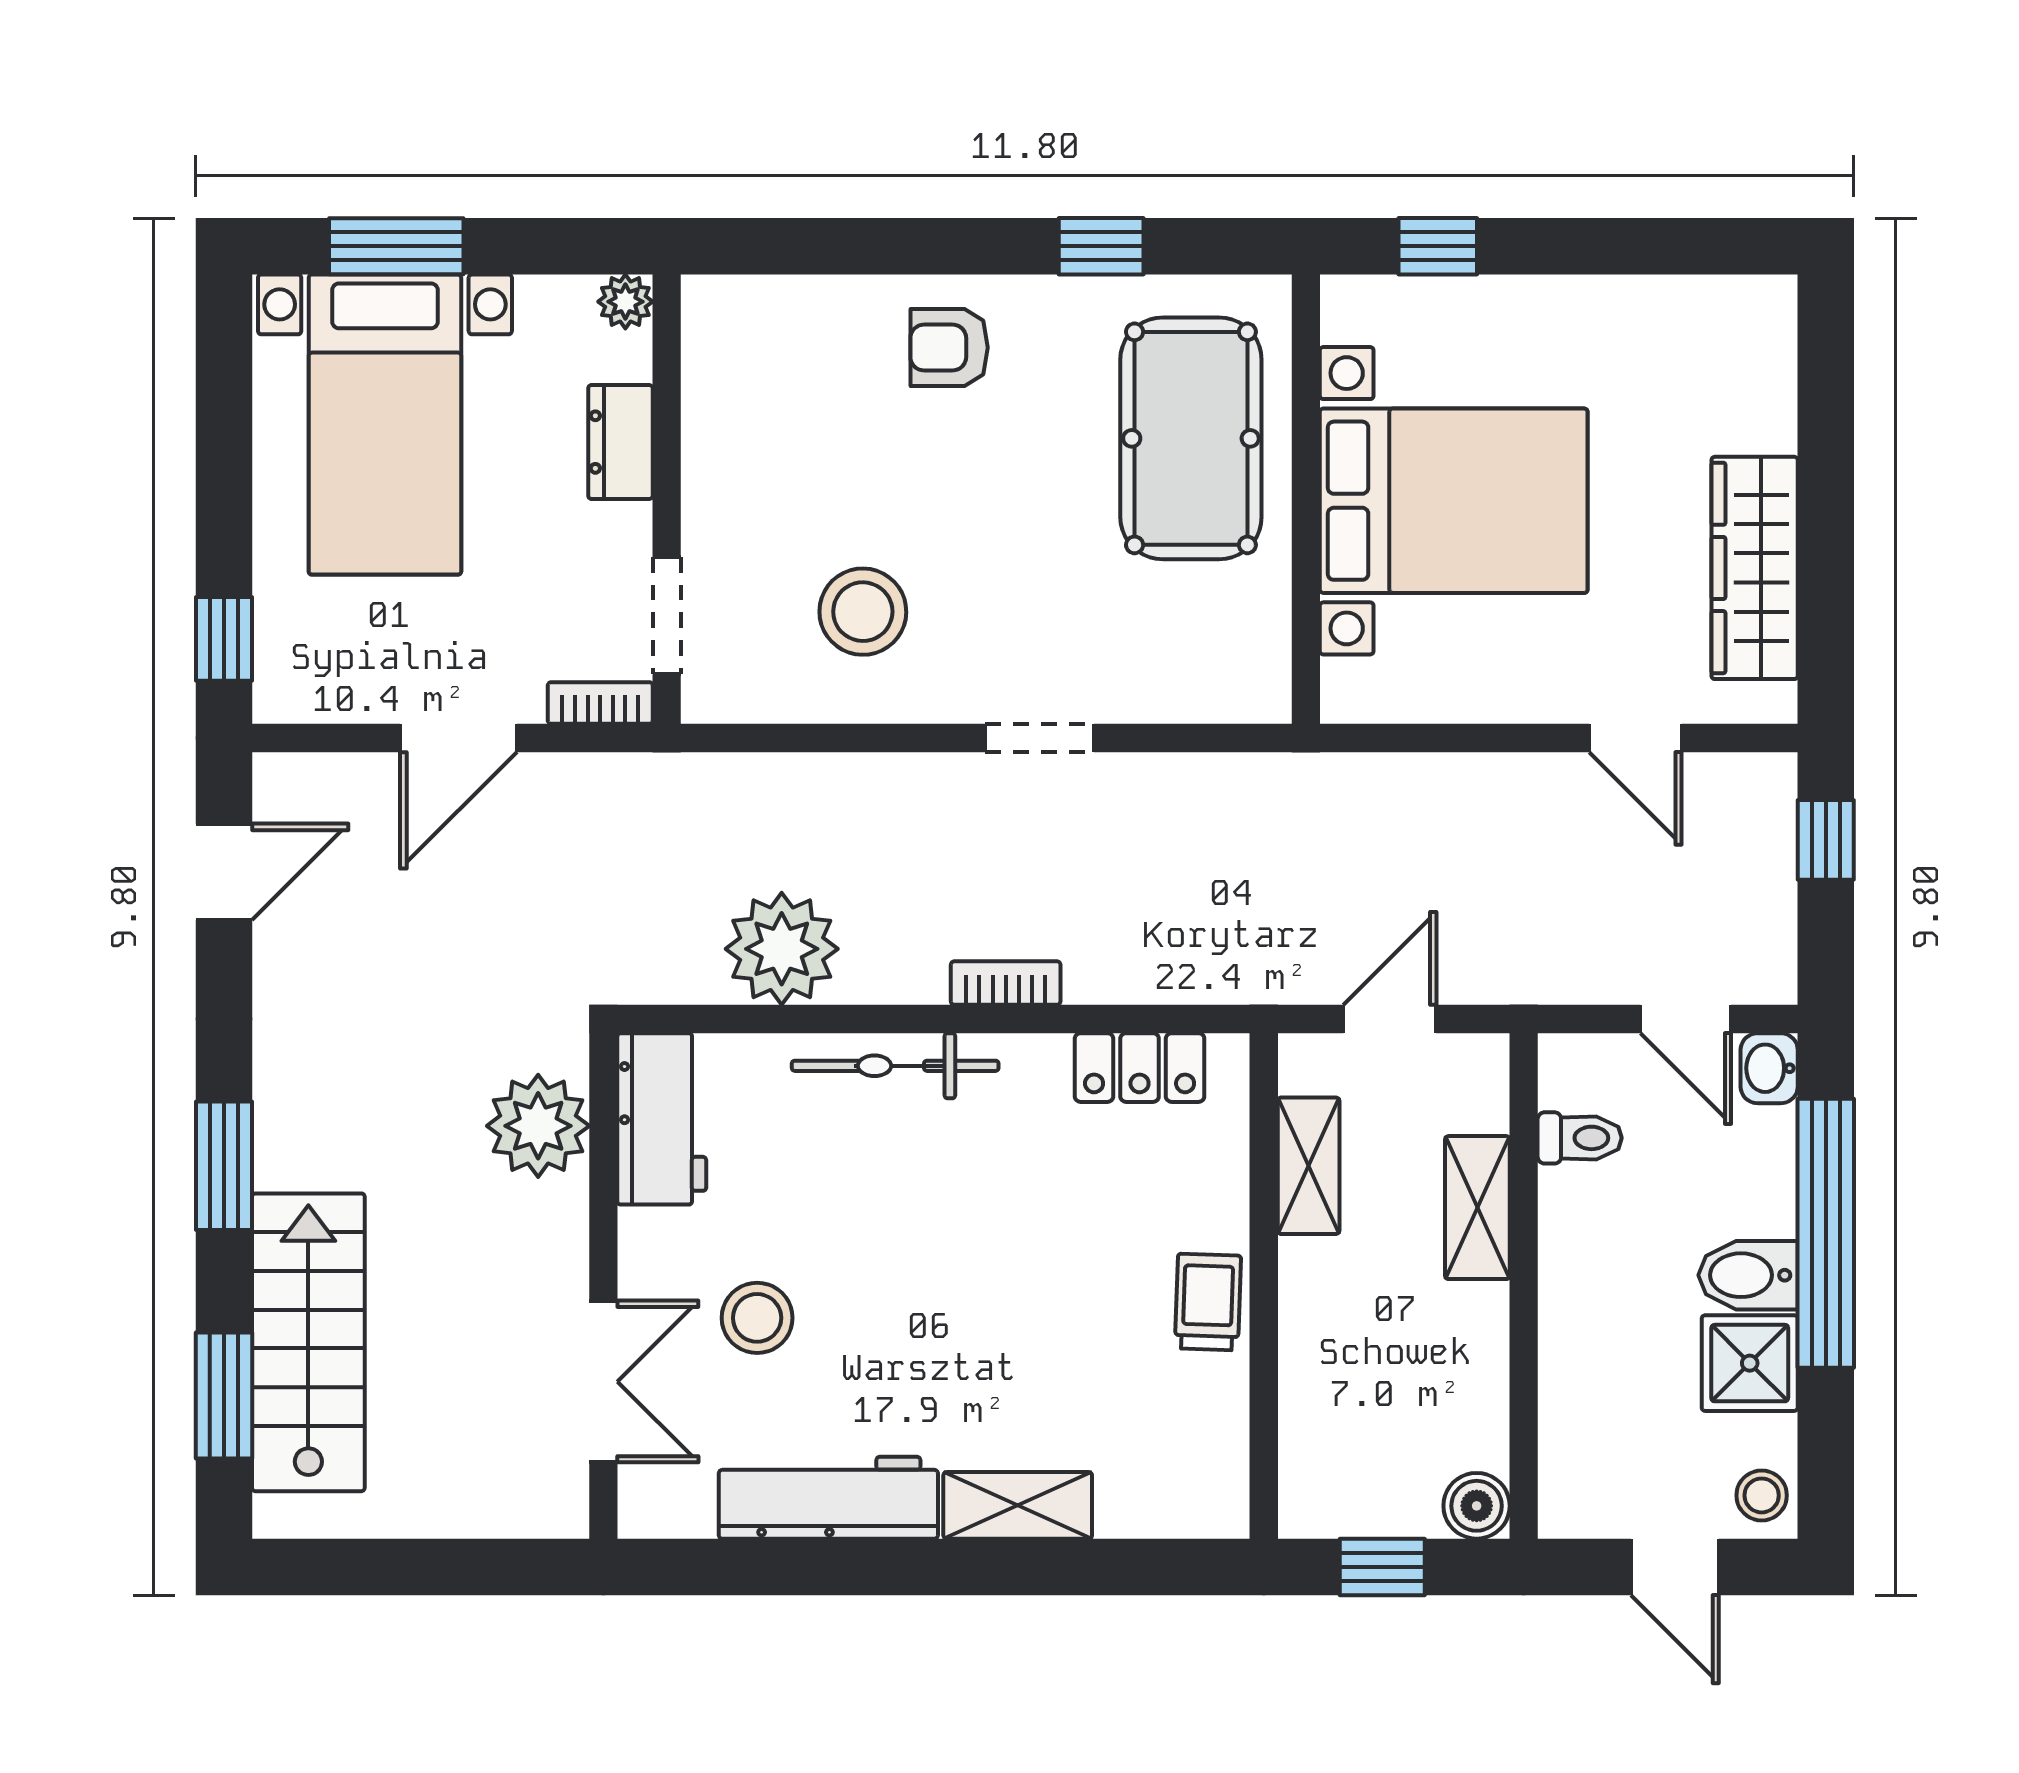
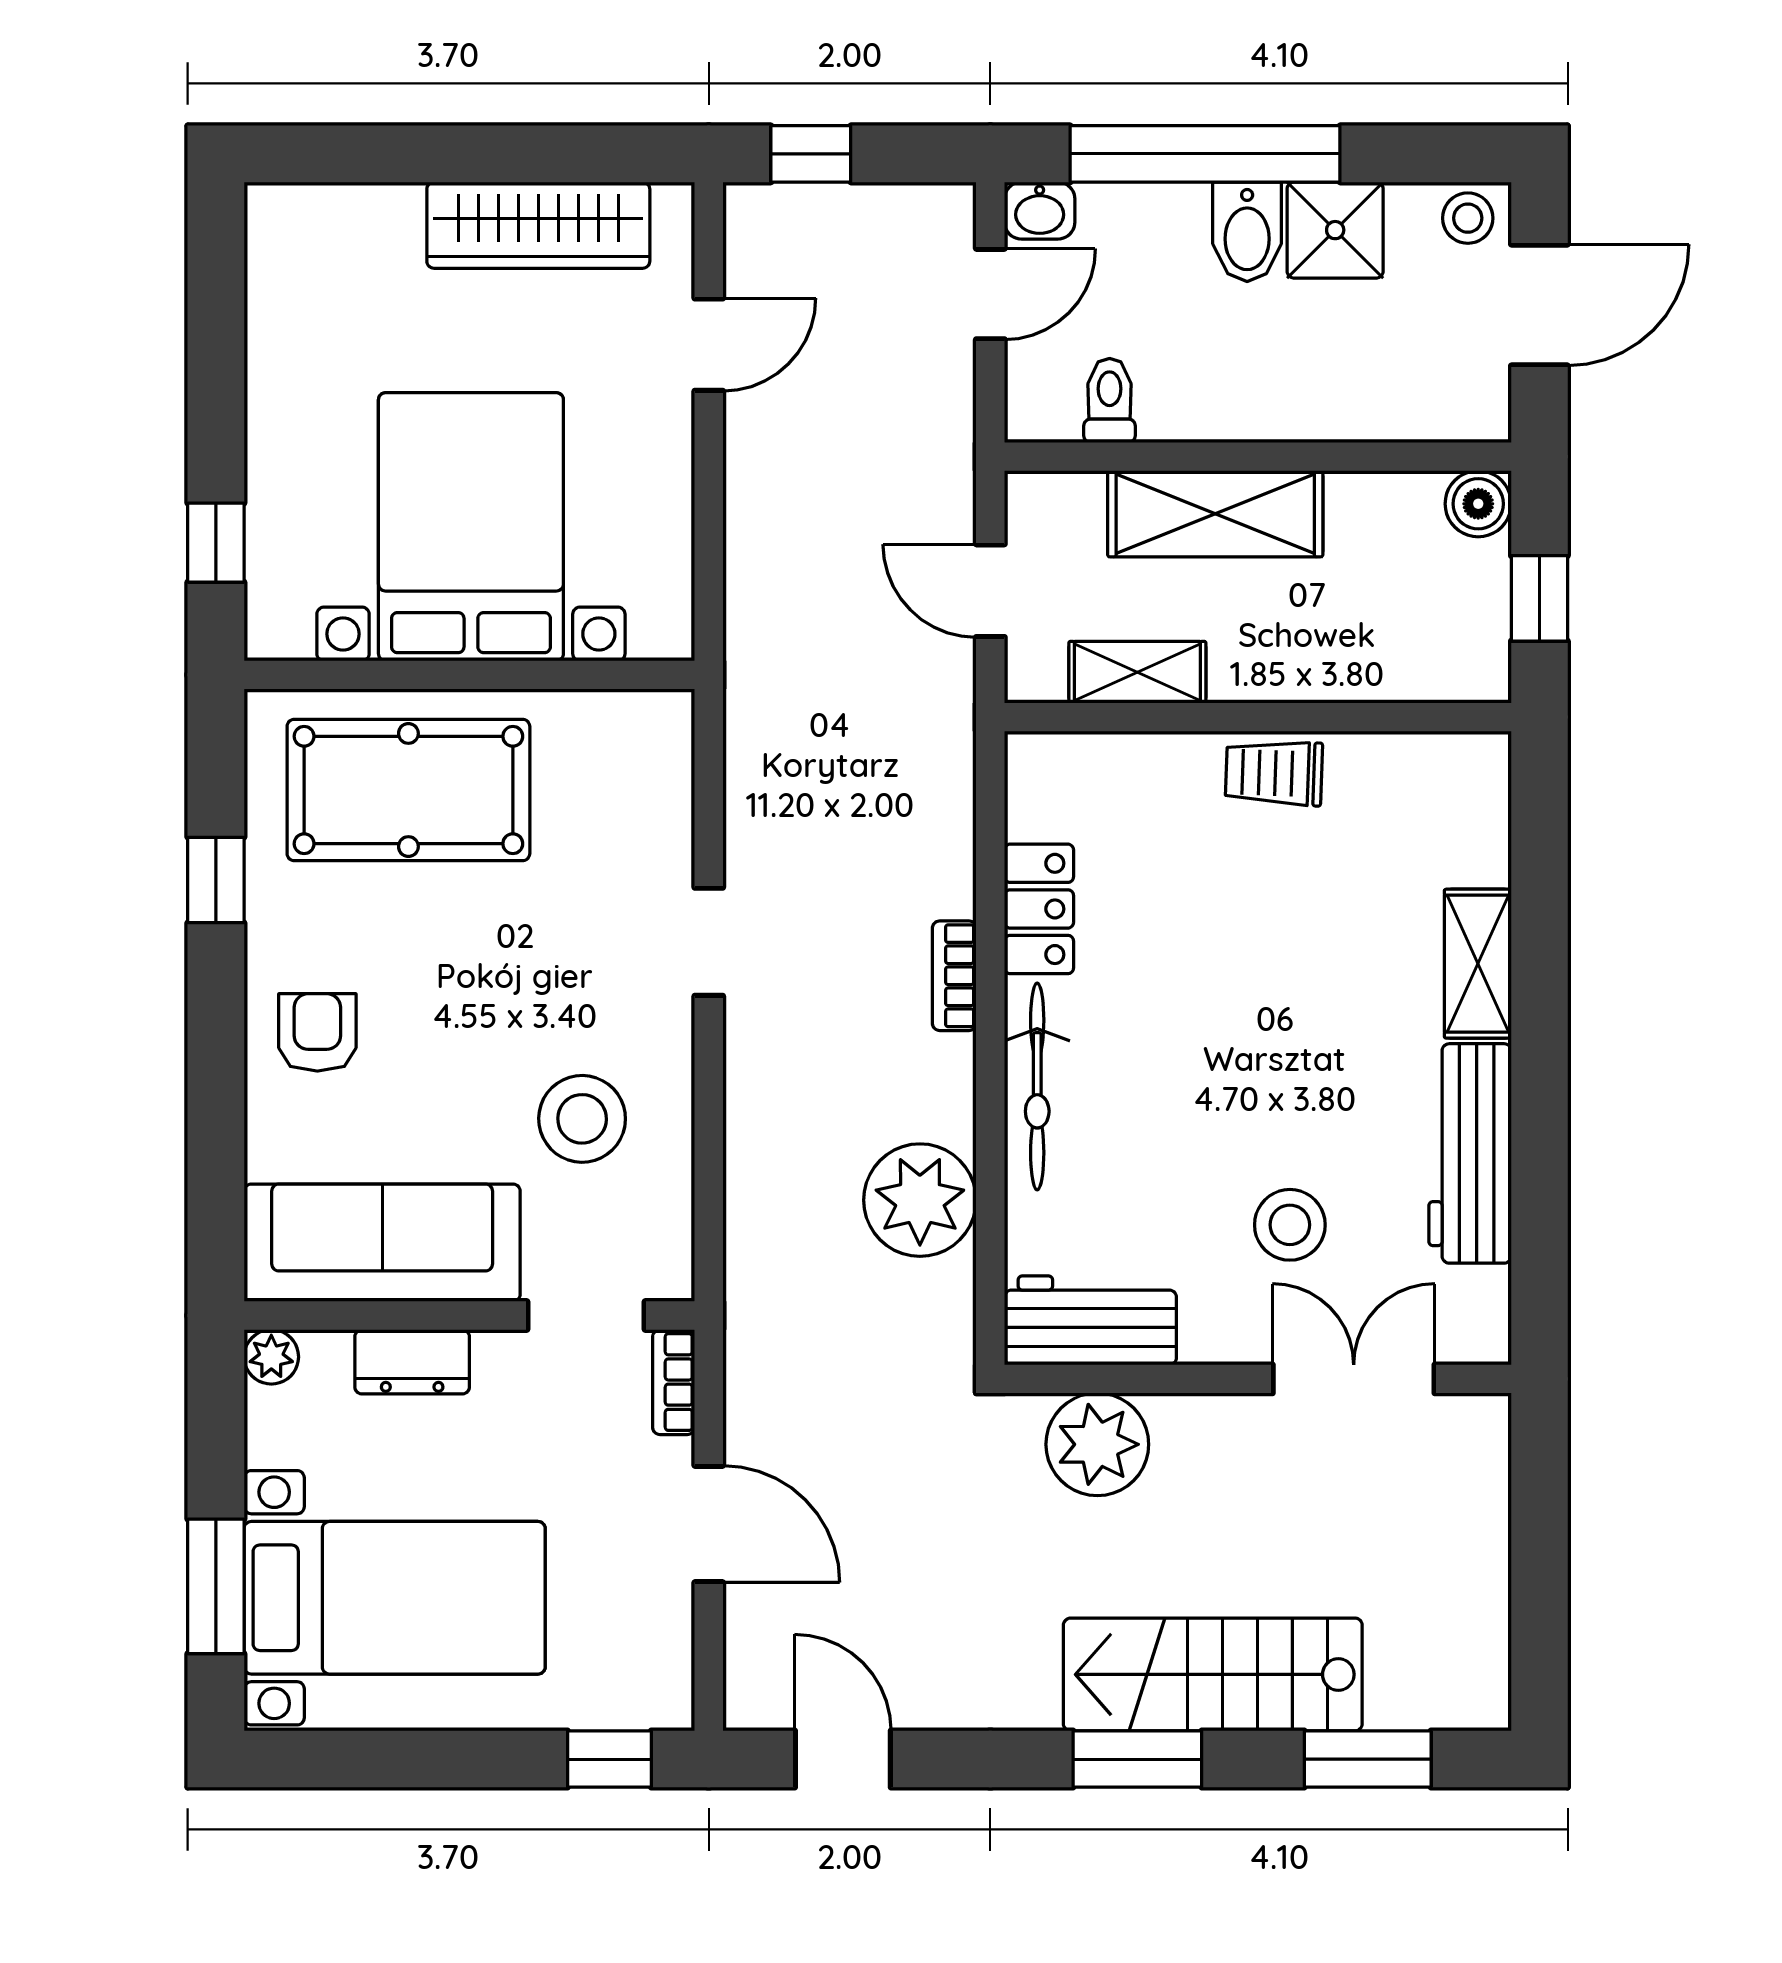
armchair: (949, 348) -> (317, 1032), turned 180
sofa: (739, 412) -> (382, 1243), added
locker: (1140, 1068) -> (1039, 909), moved
shelving: (1477, 1208) -> (1215, 514), width x1.50, depth x1.33
stairs: (308, 1342) -> (1213, 1674), moved
door: (1675, 1567) -> (1539, 305), width x1.38

